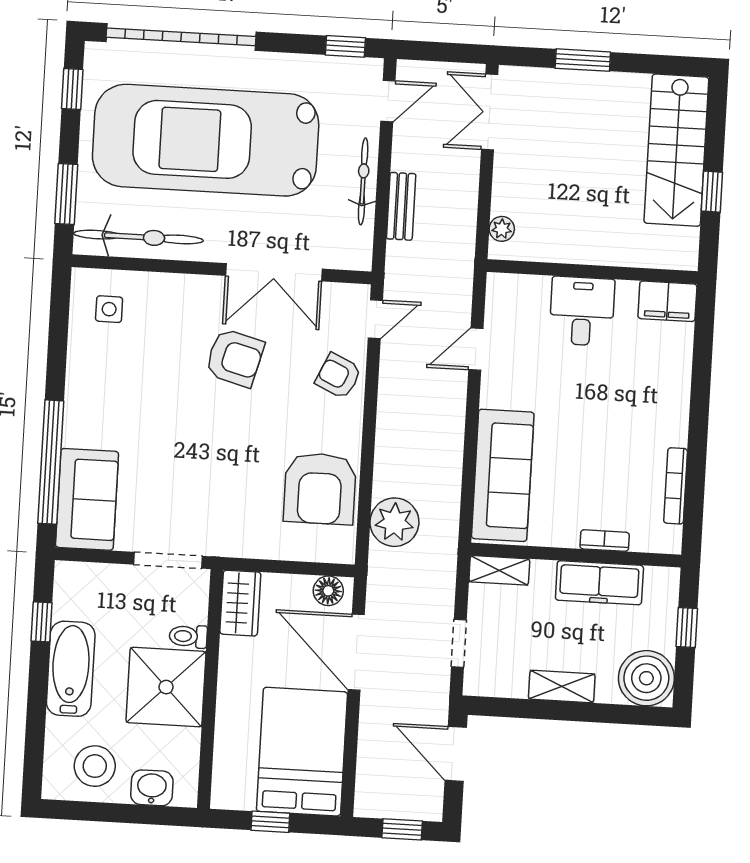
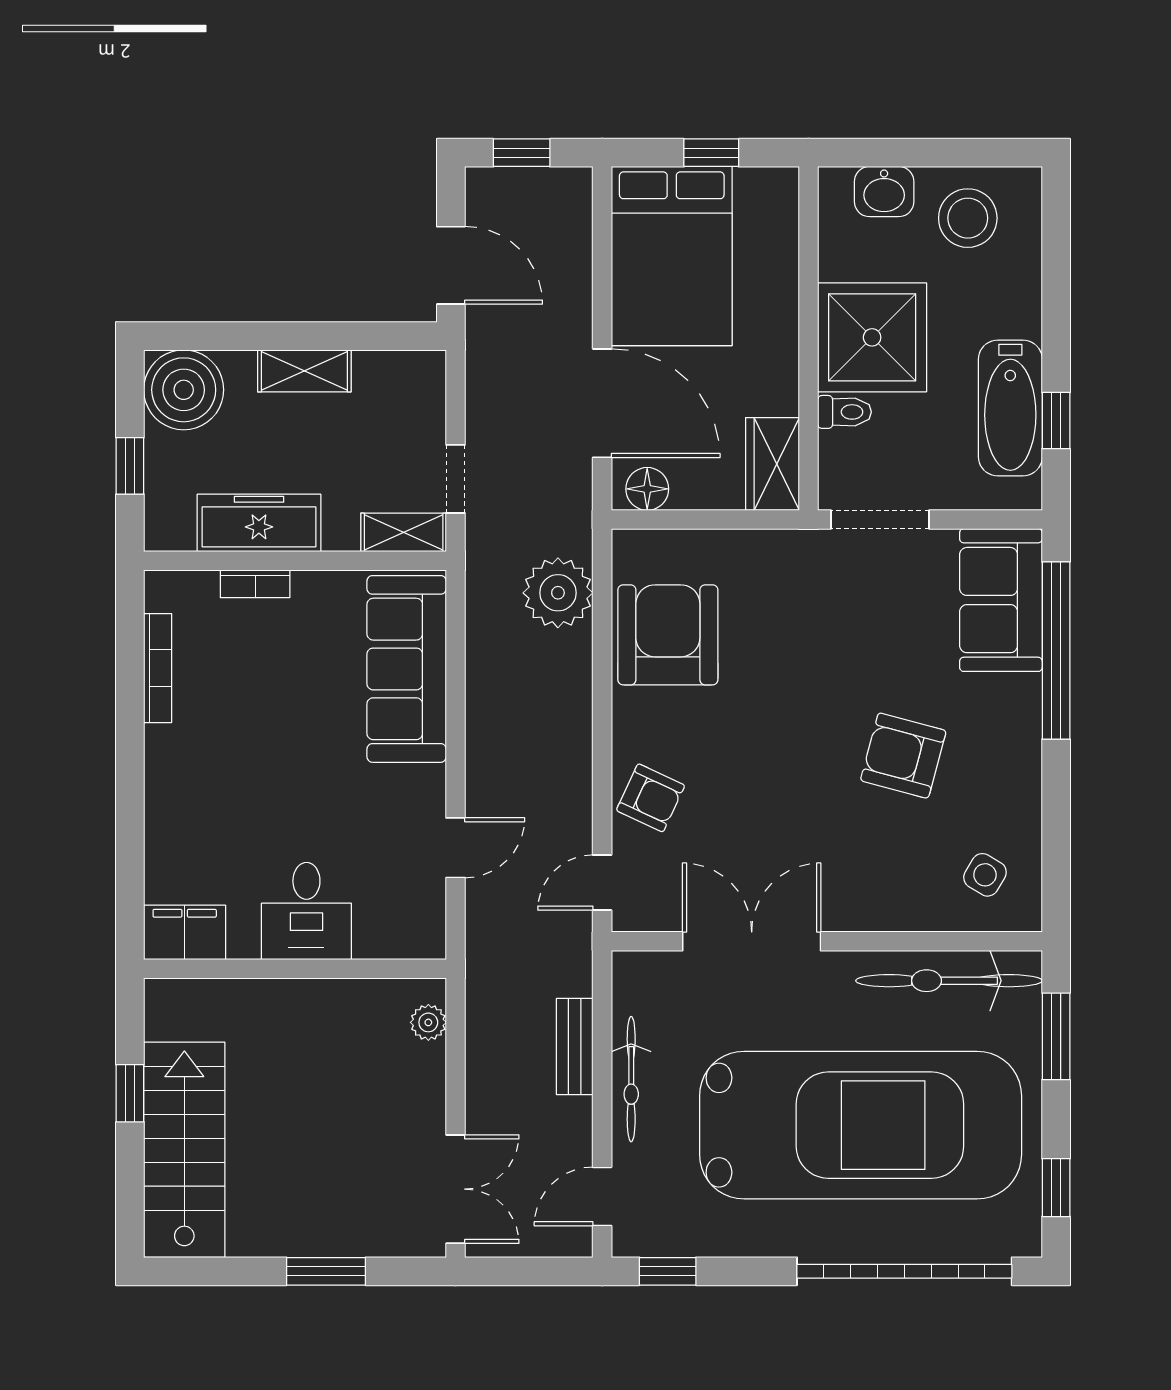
side table: (109, 309) -> (985, 875), turned 31
armchair: (235, 358) -> (903, 756), moved
doorway: (459, 643) -> (455, 479), moved
bathtub: (71, 669) -> (1010, 408), moved

